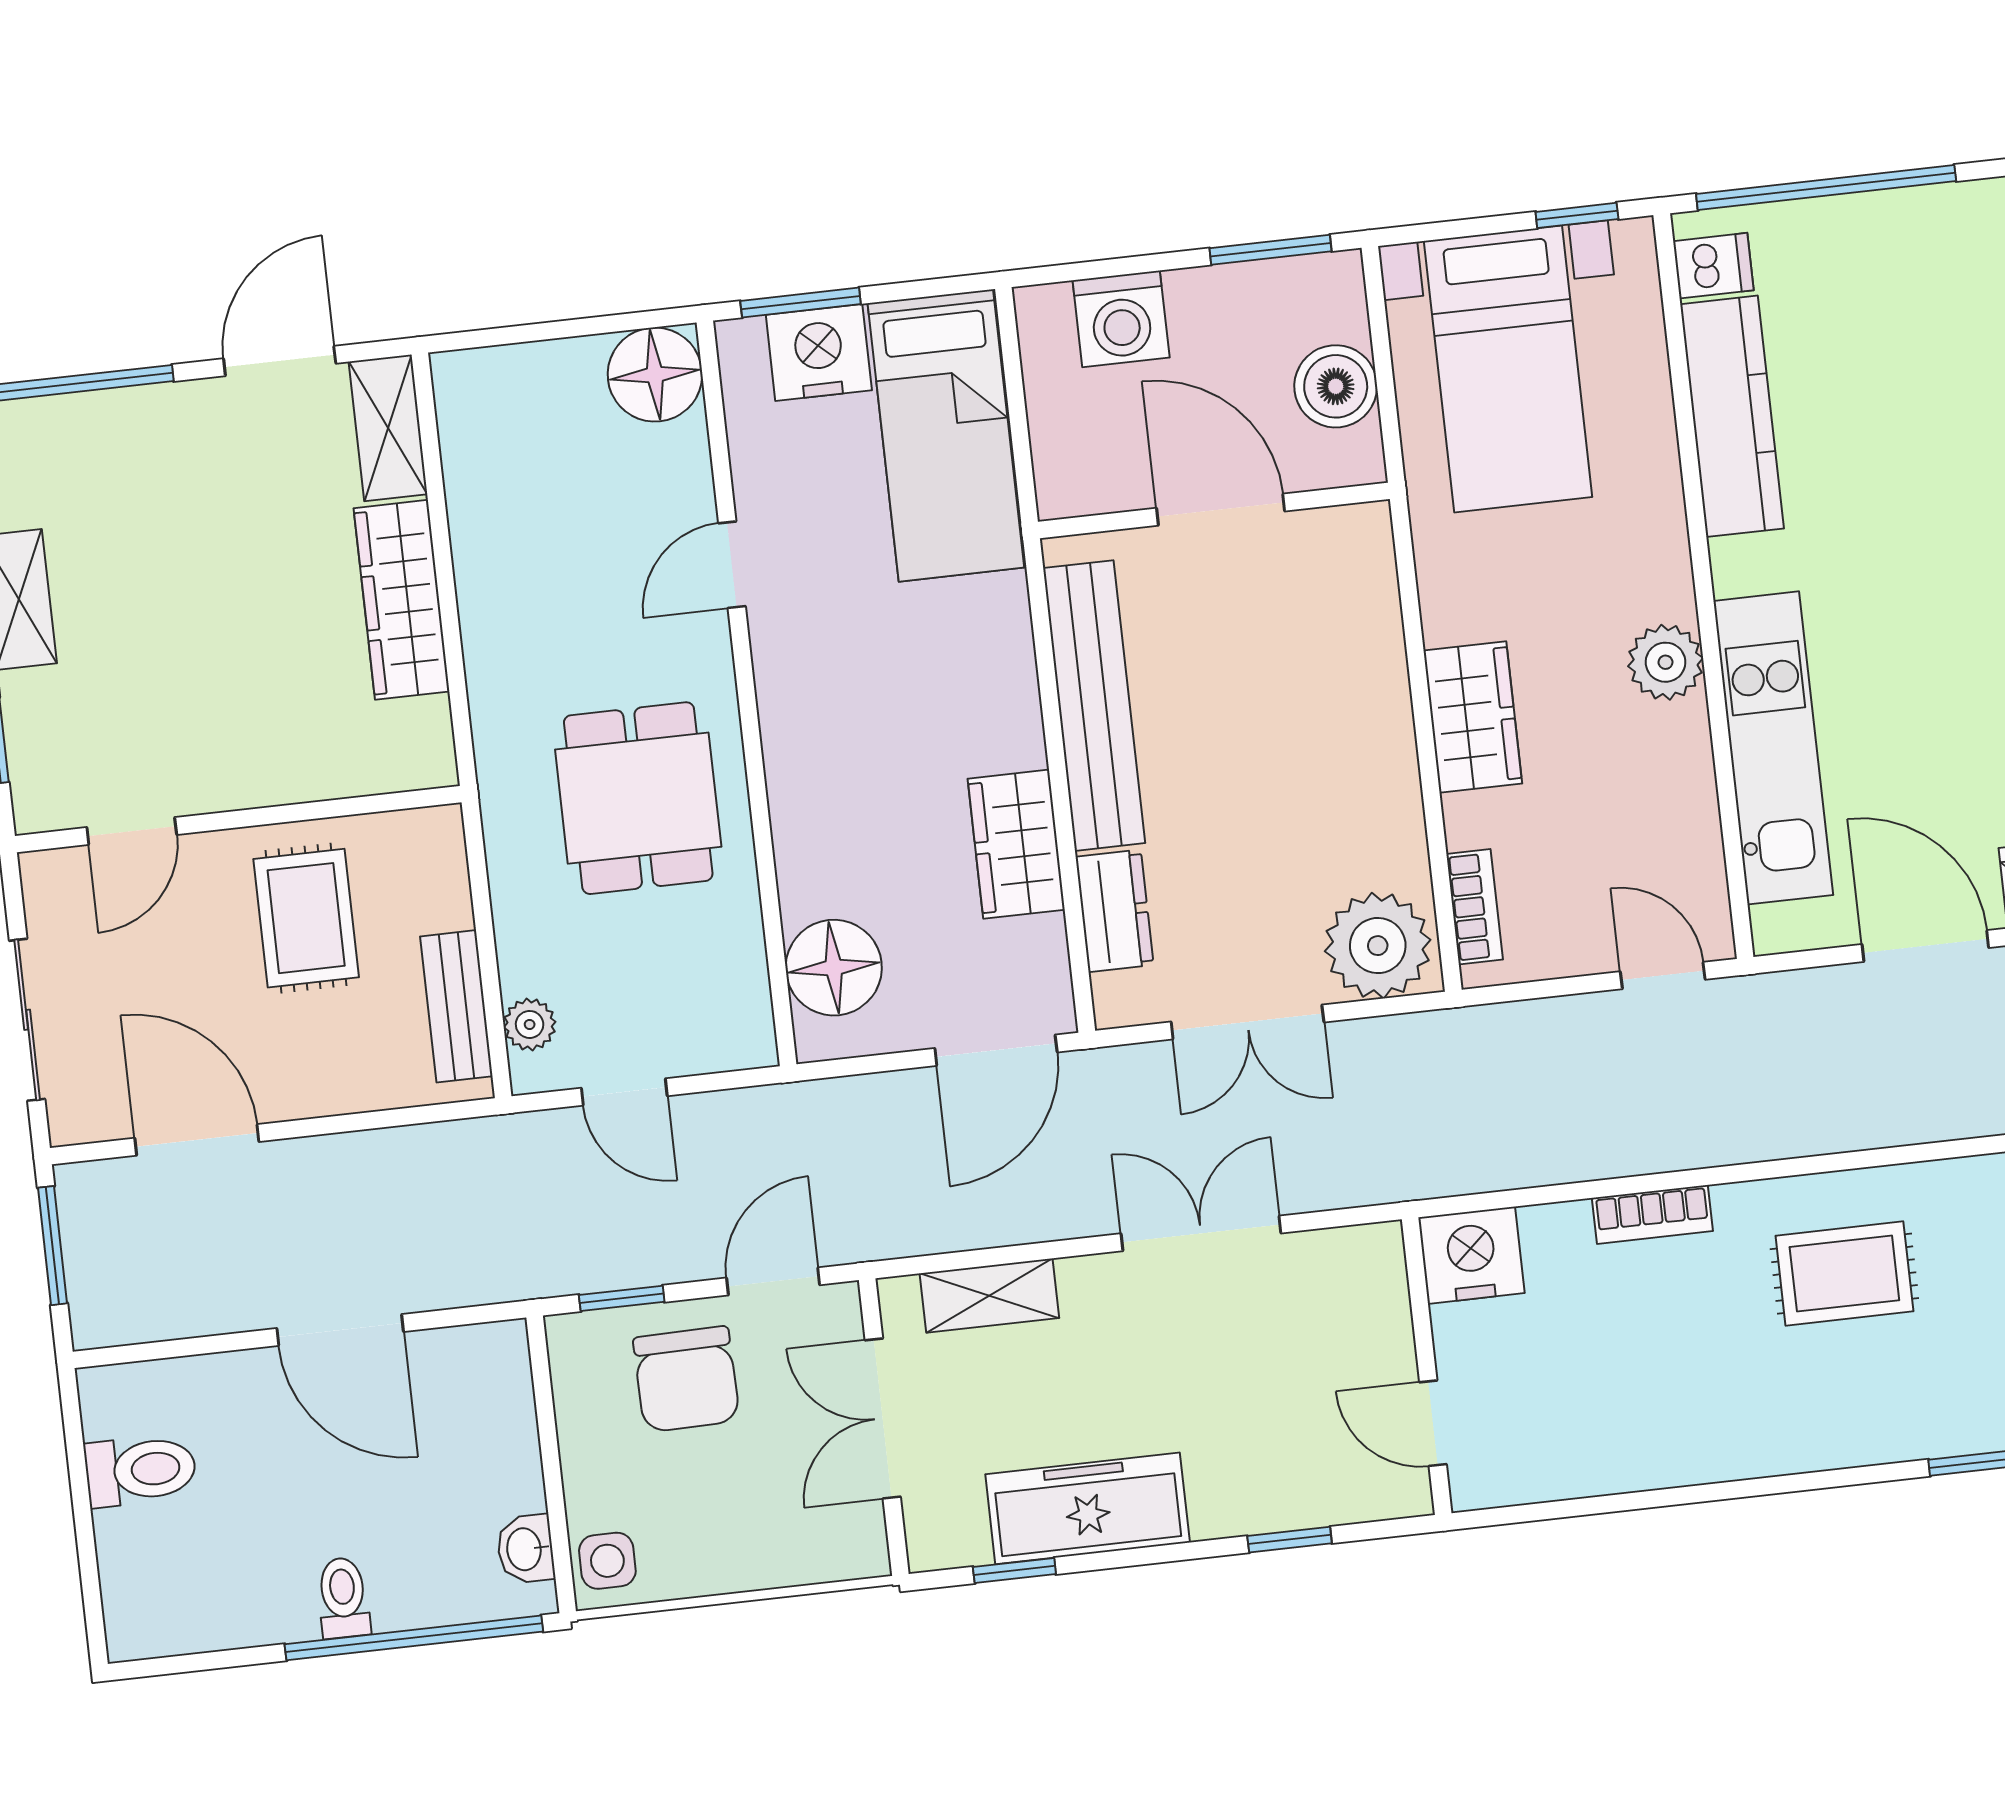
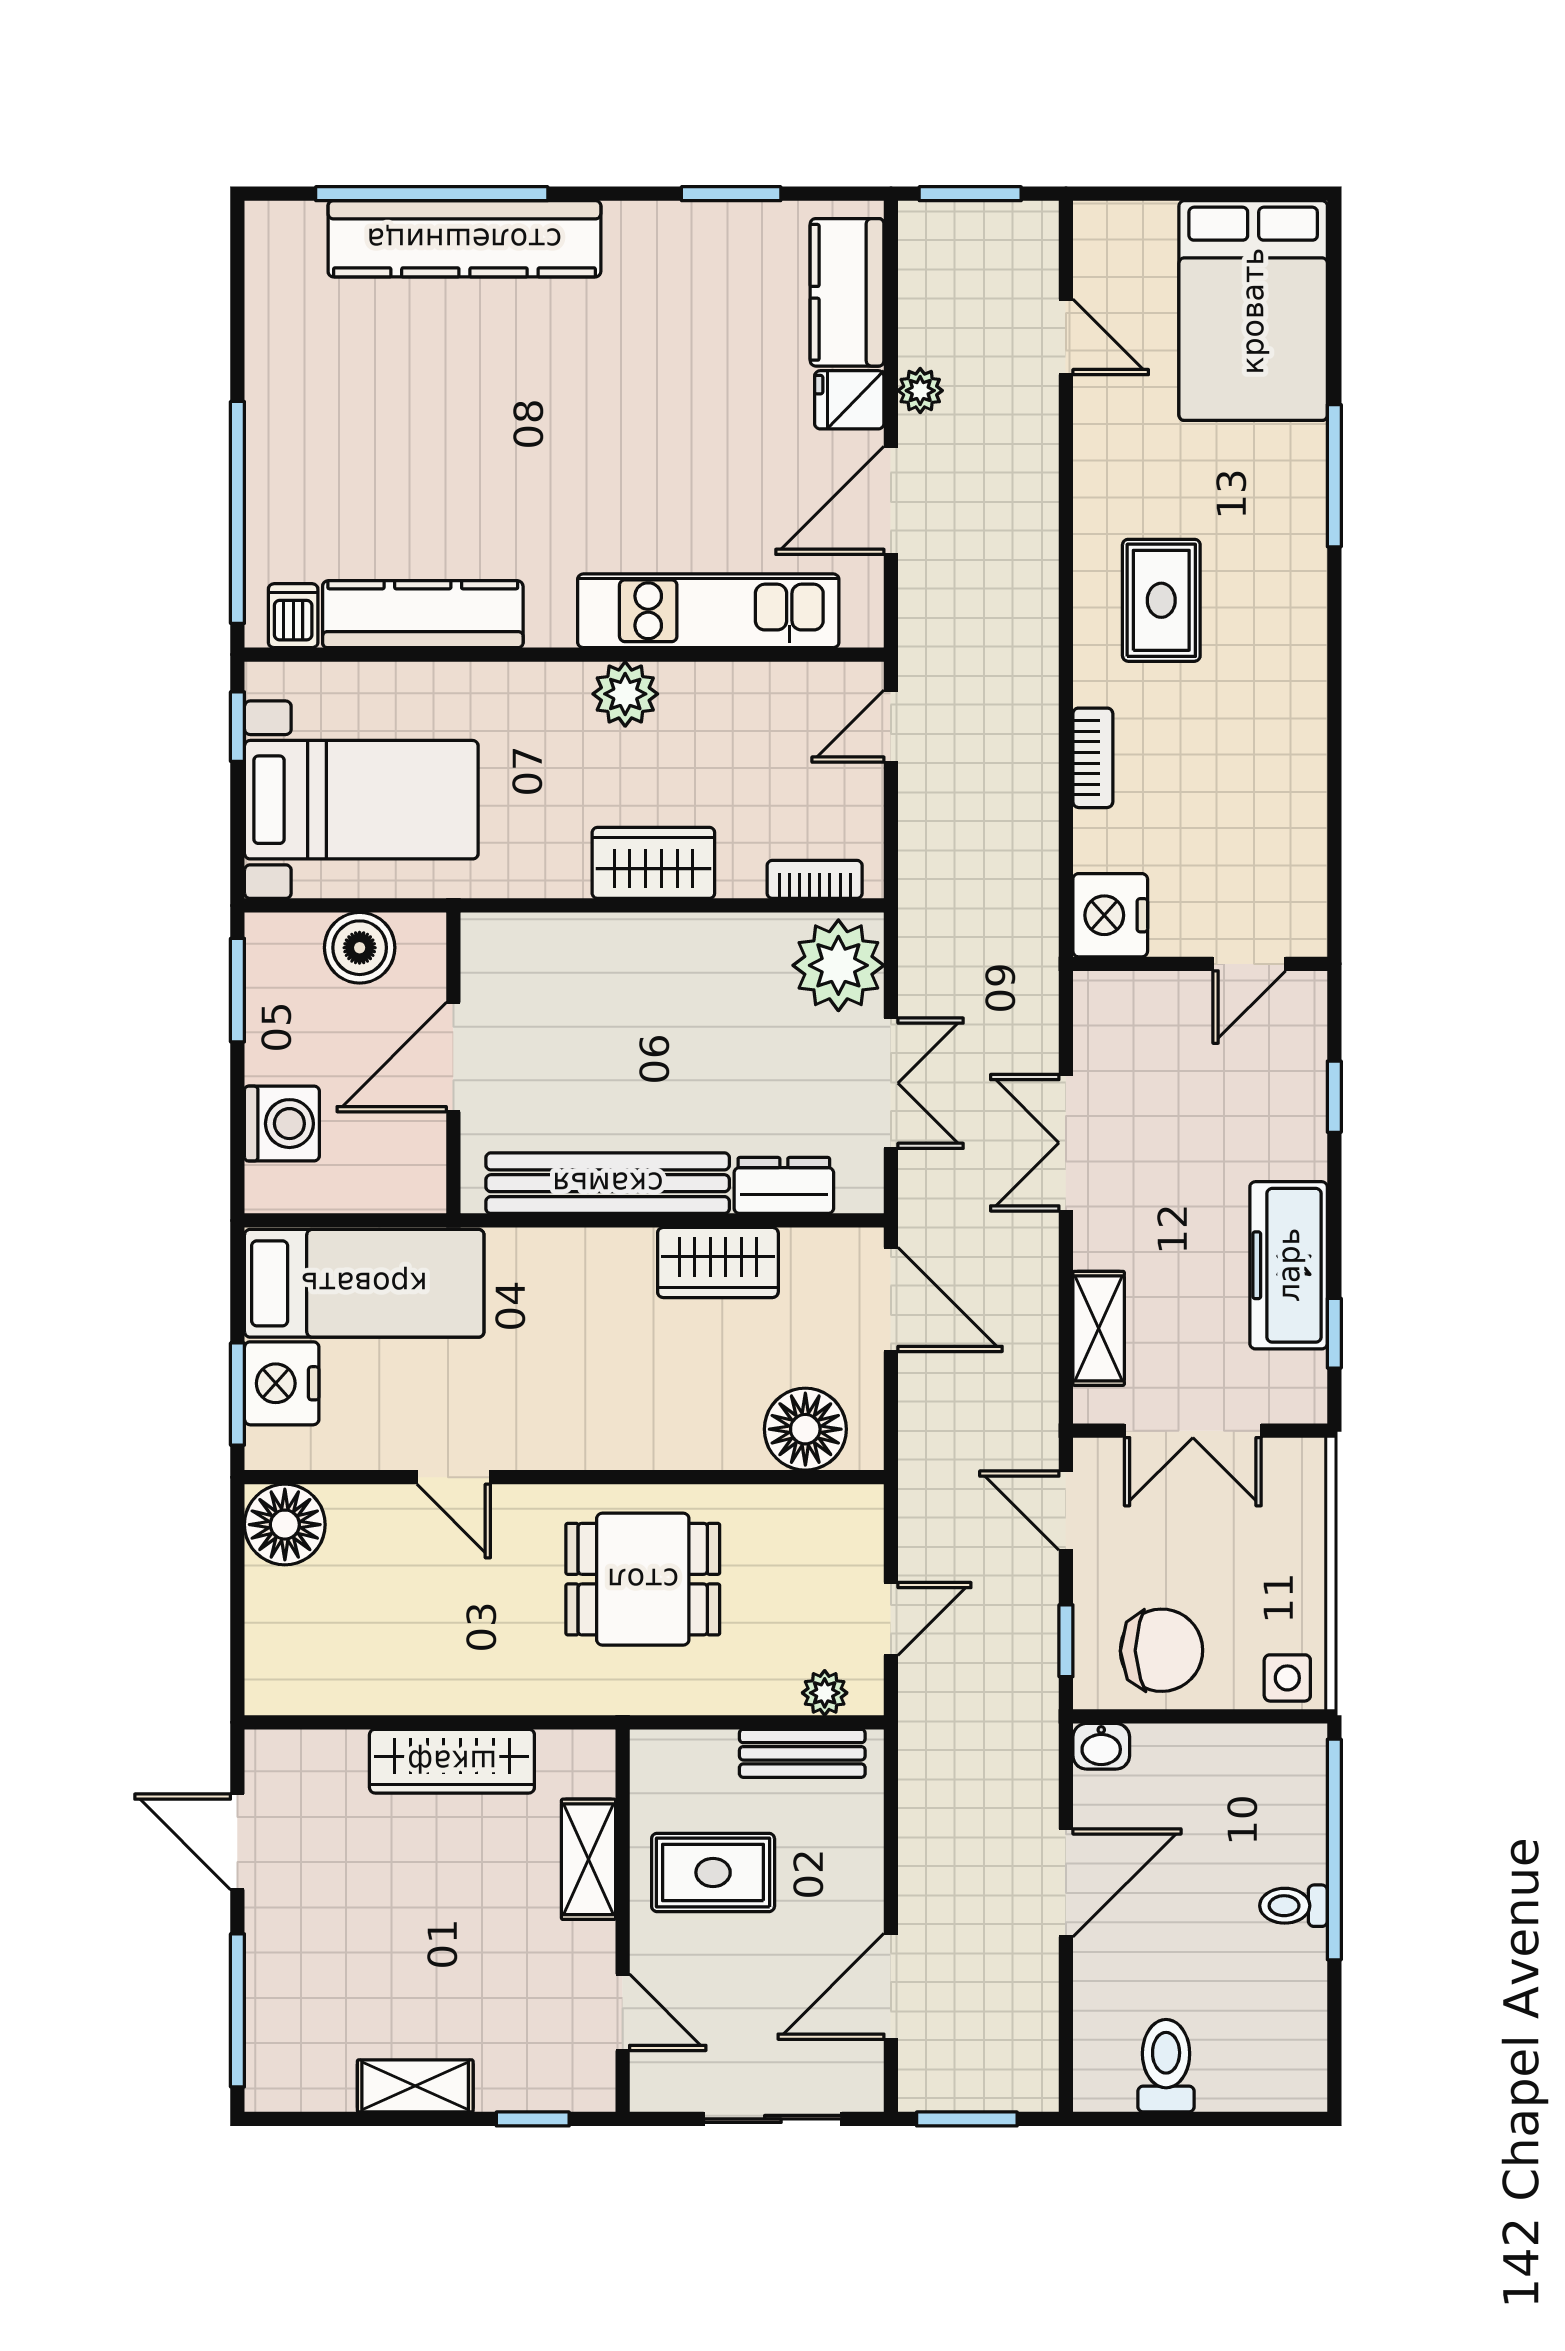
shelving: (388, 428) -> (588, 1859), moved, turned 90
chair: (686, 1379) -> (1162, 1650), moved
washbasin: (526, 1549) -> (1101, 1746), moved

